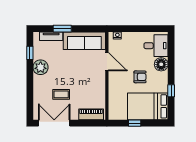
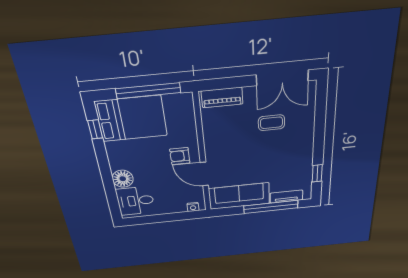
window: (62, 29) -> (271, 207), width x2.11
plant: (41, 67) -> (302, 157), removed
armchair: (140, 77) -> (180, 156), moved
window: (171, 91) -> (95, 129), moved
window: (135, 123) -> (148, 91), width x3.17

